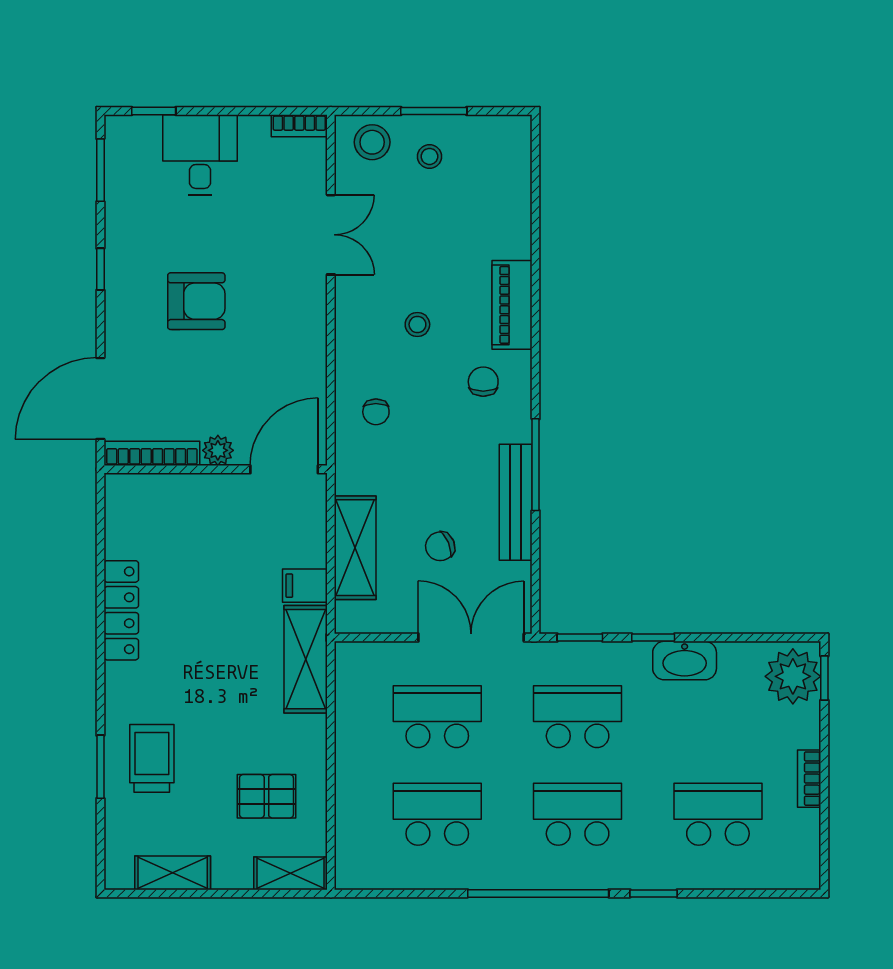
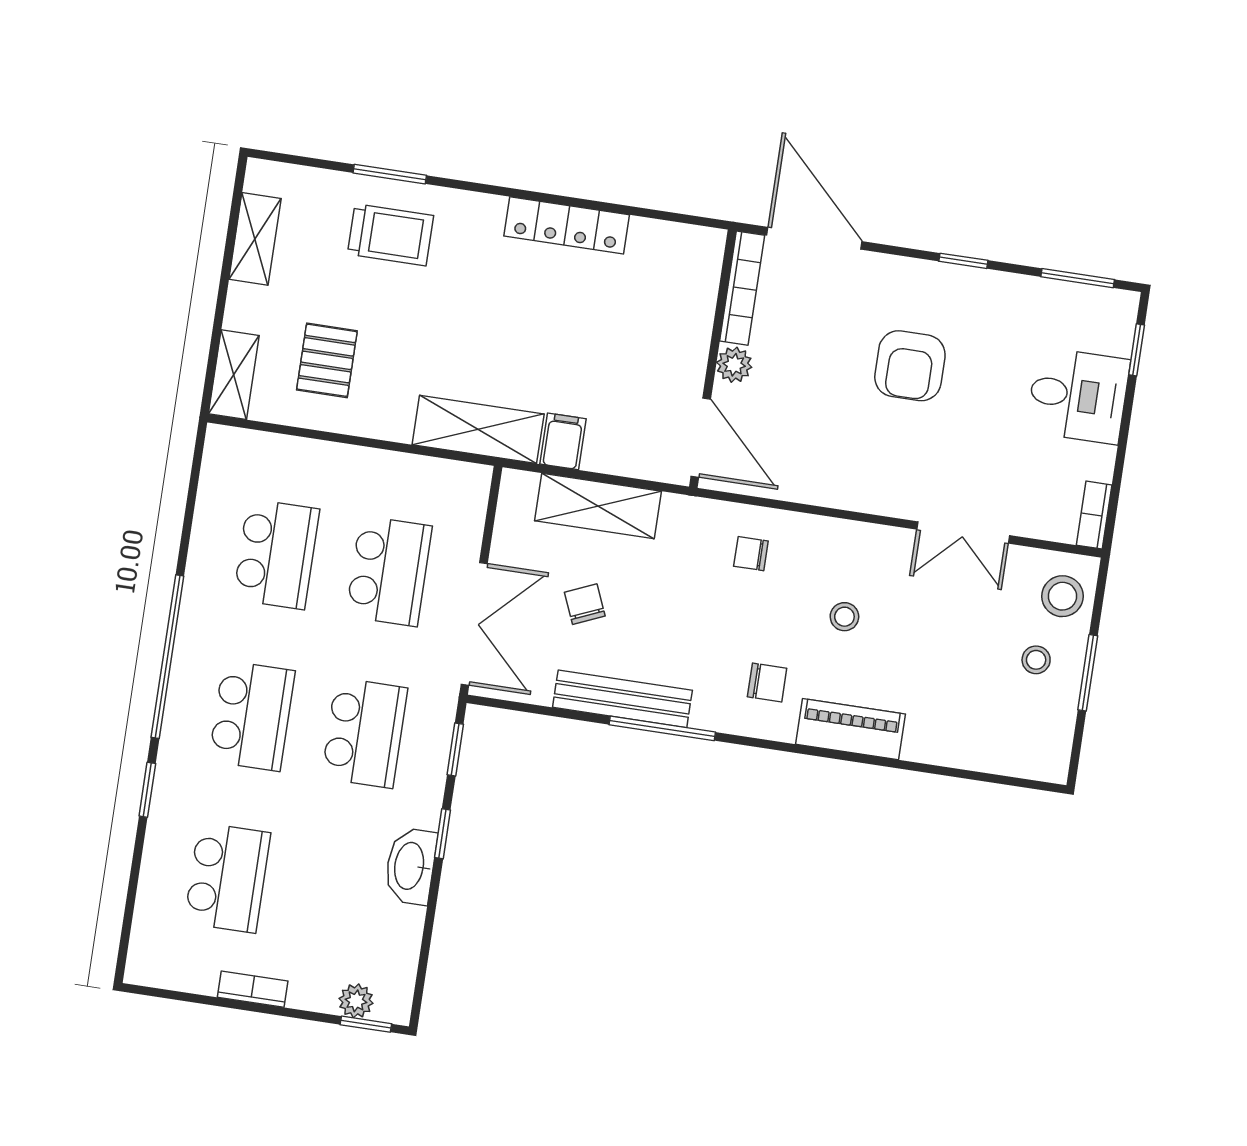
plant: (793, 676) -> (356, 1001), width x0.53, depth x0.53

